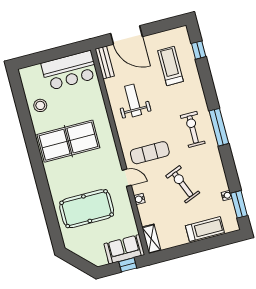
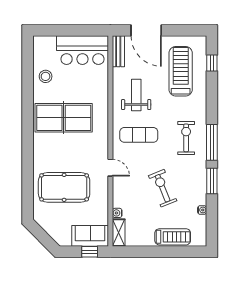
treadmill: (170, 66) -> (181, 71), width x1.37, depth x1.38
exercise mat: (150, 153) -> (139, 135), moved
water cooler: (139, 199) -> (117, 213), moved
window: (239, 204) -> (212, 181), moved

